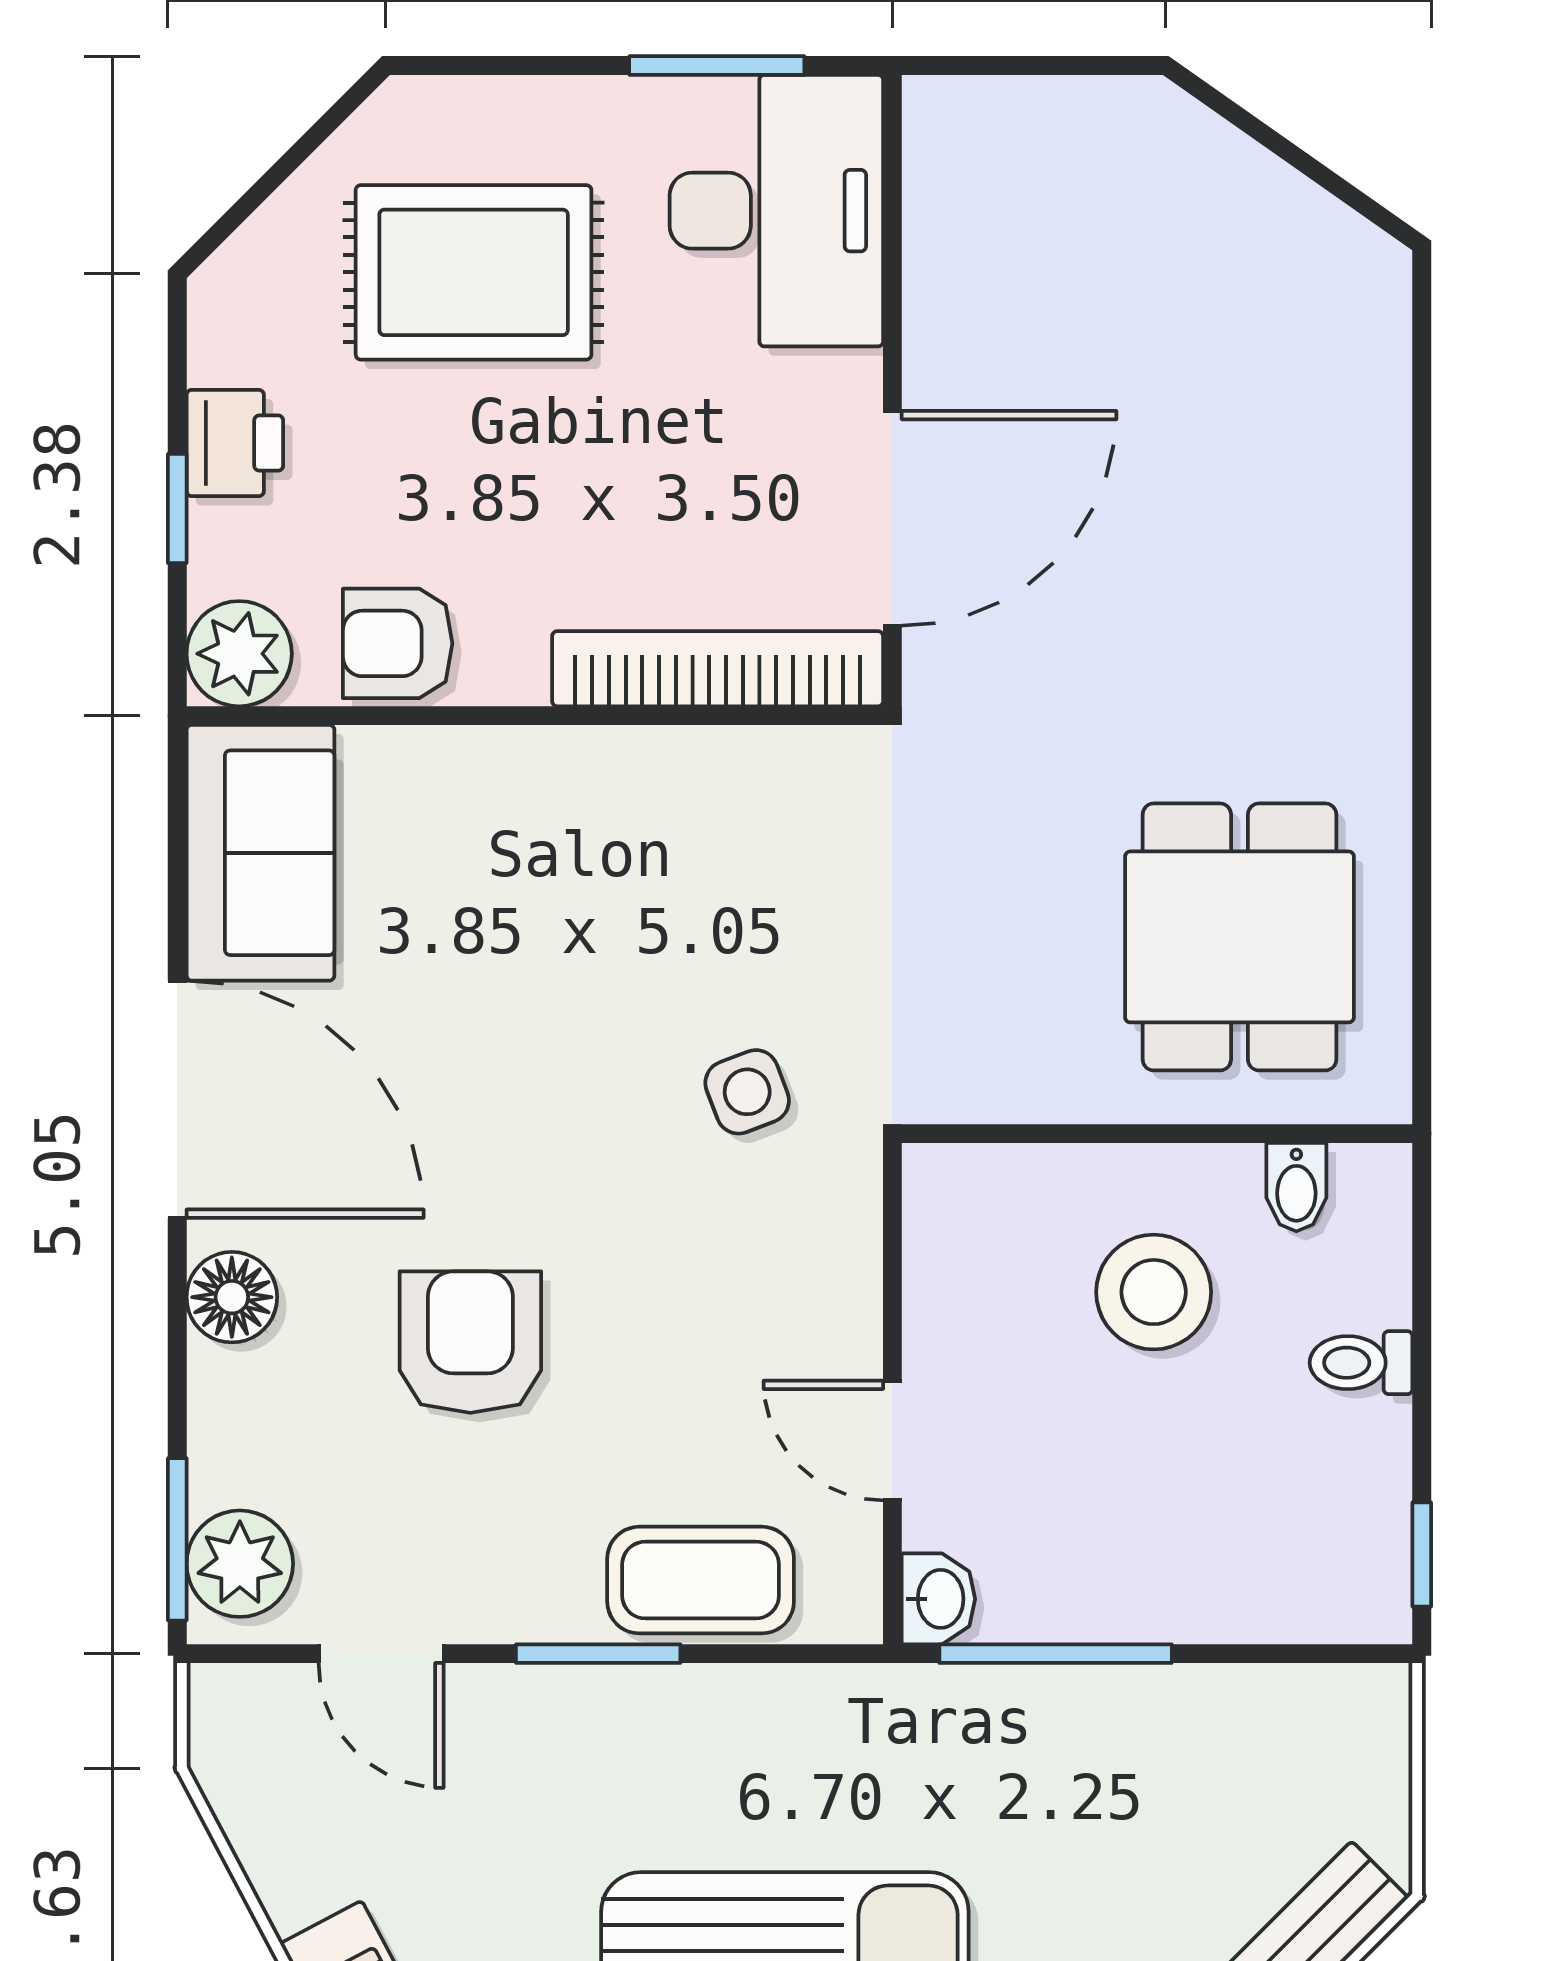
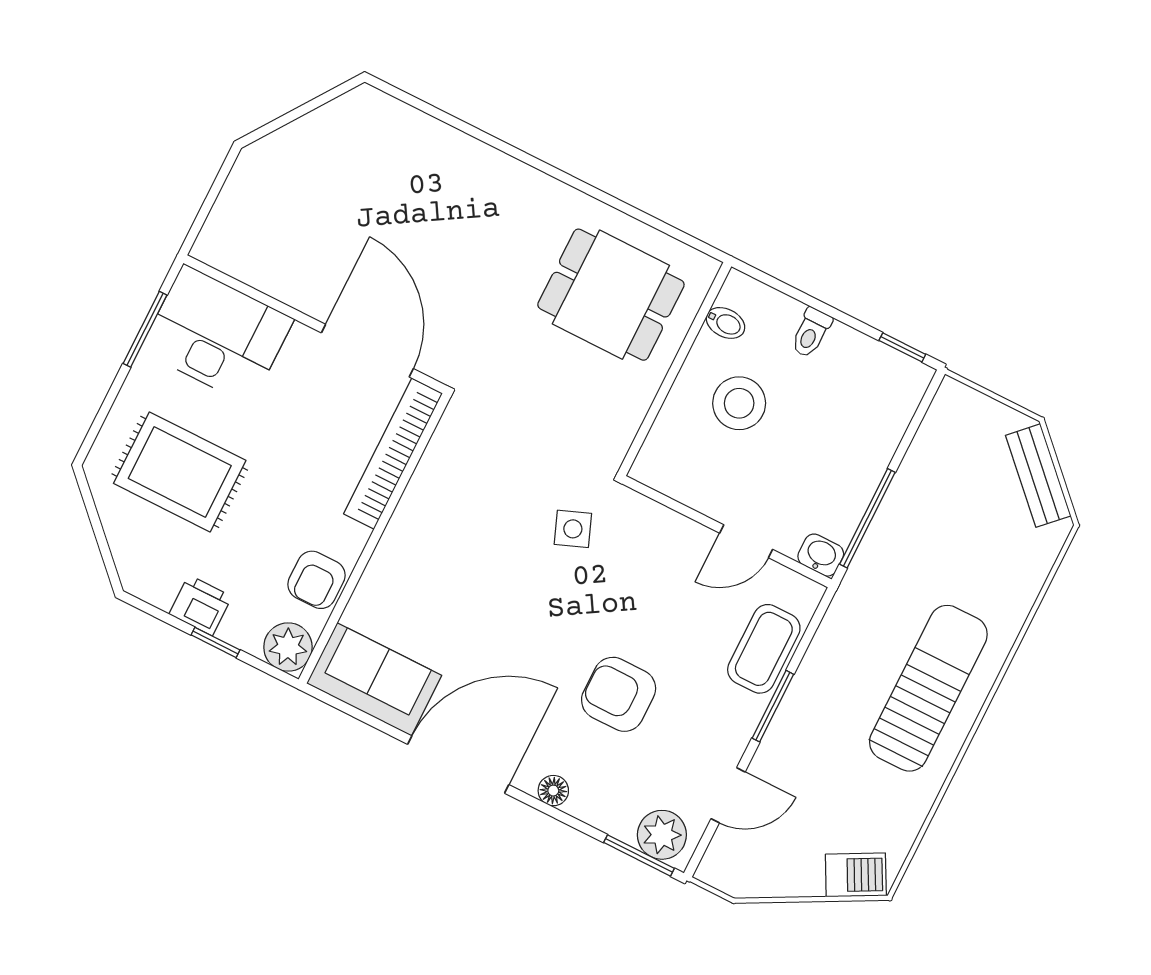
rug: (474, 272) -> (180, 472), turned 90
floor lamp: (232, 1297) -> (553, 791), width x0.73, depth x0.73

